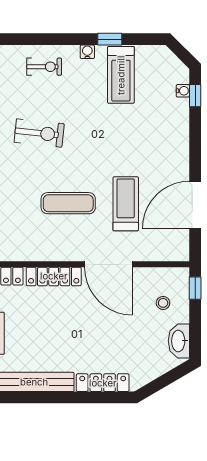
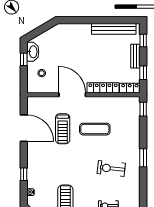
window: (195, 96) -> (24, 174), moved
door: (195, 205) -> (24, 128), hinge flipped
window: (195, 288) -> (24, 59), moved
locker: (103, 383) -> (76, 28), removed

